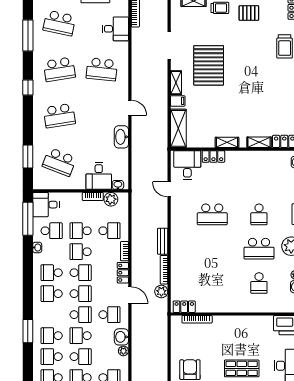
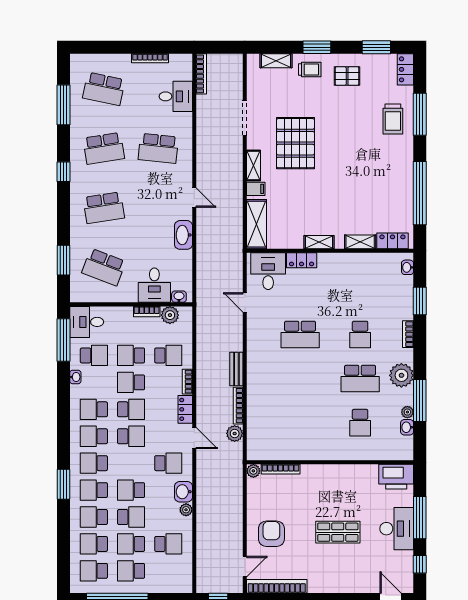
locker: (184, 307) -> (264, 453), removed
school desk: (81, 315) -> (94, 463), moved, turned 180
plant: (176, 321) -> (253, 471), added

